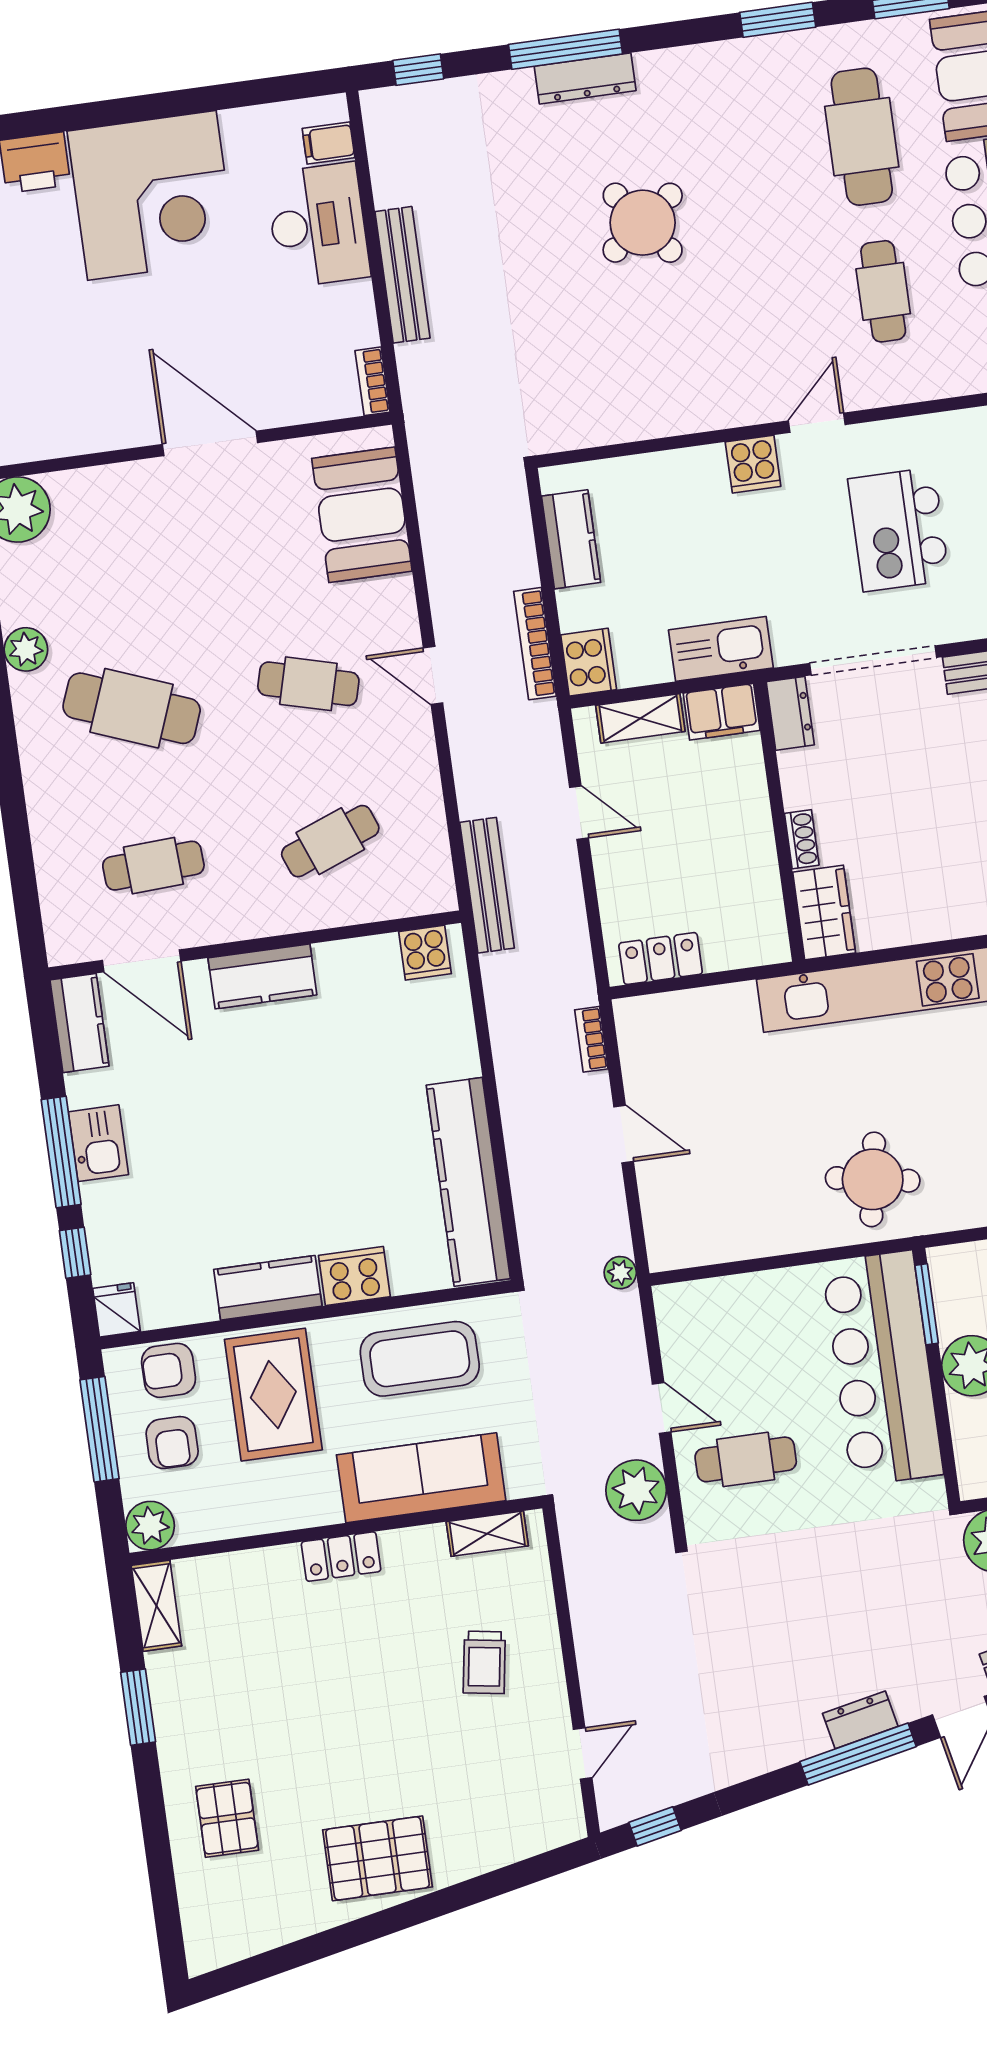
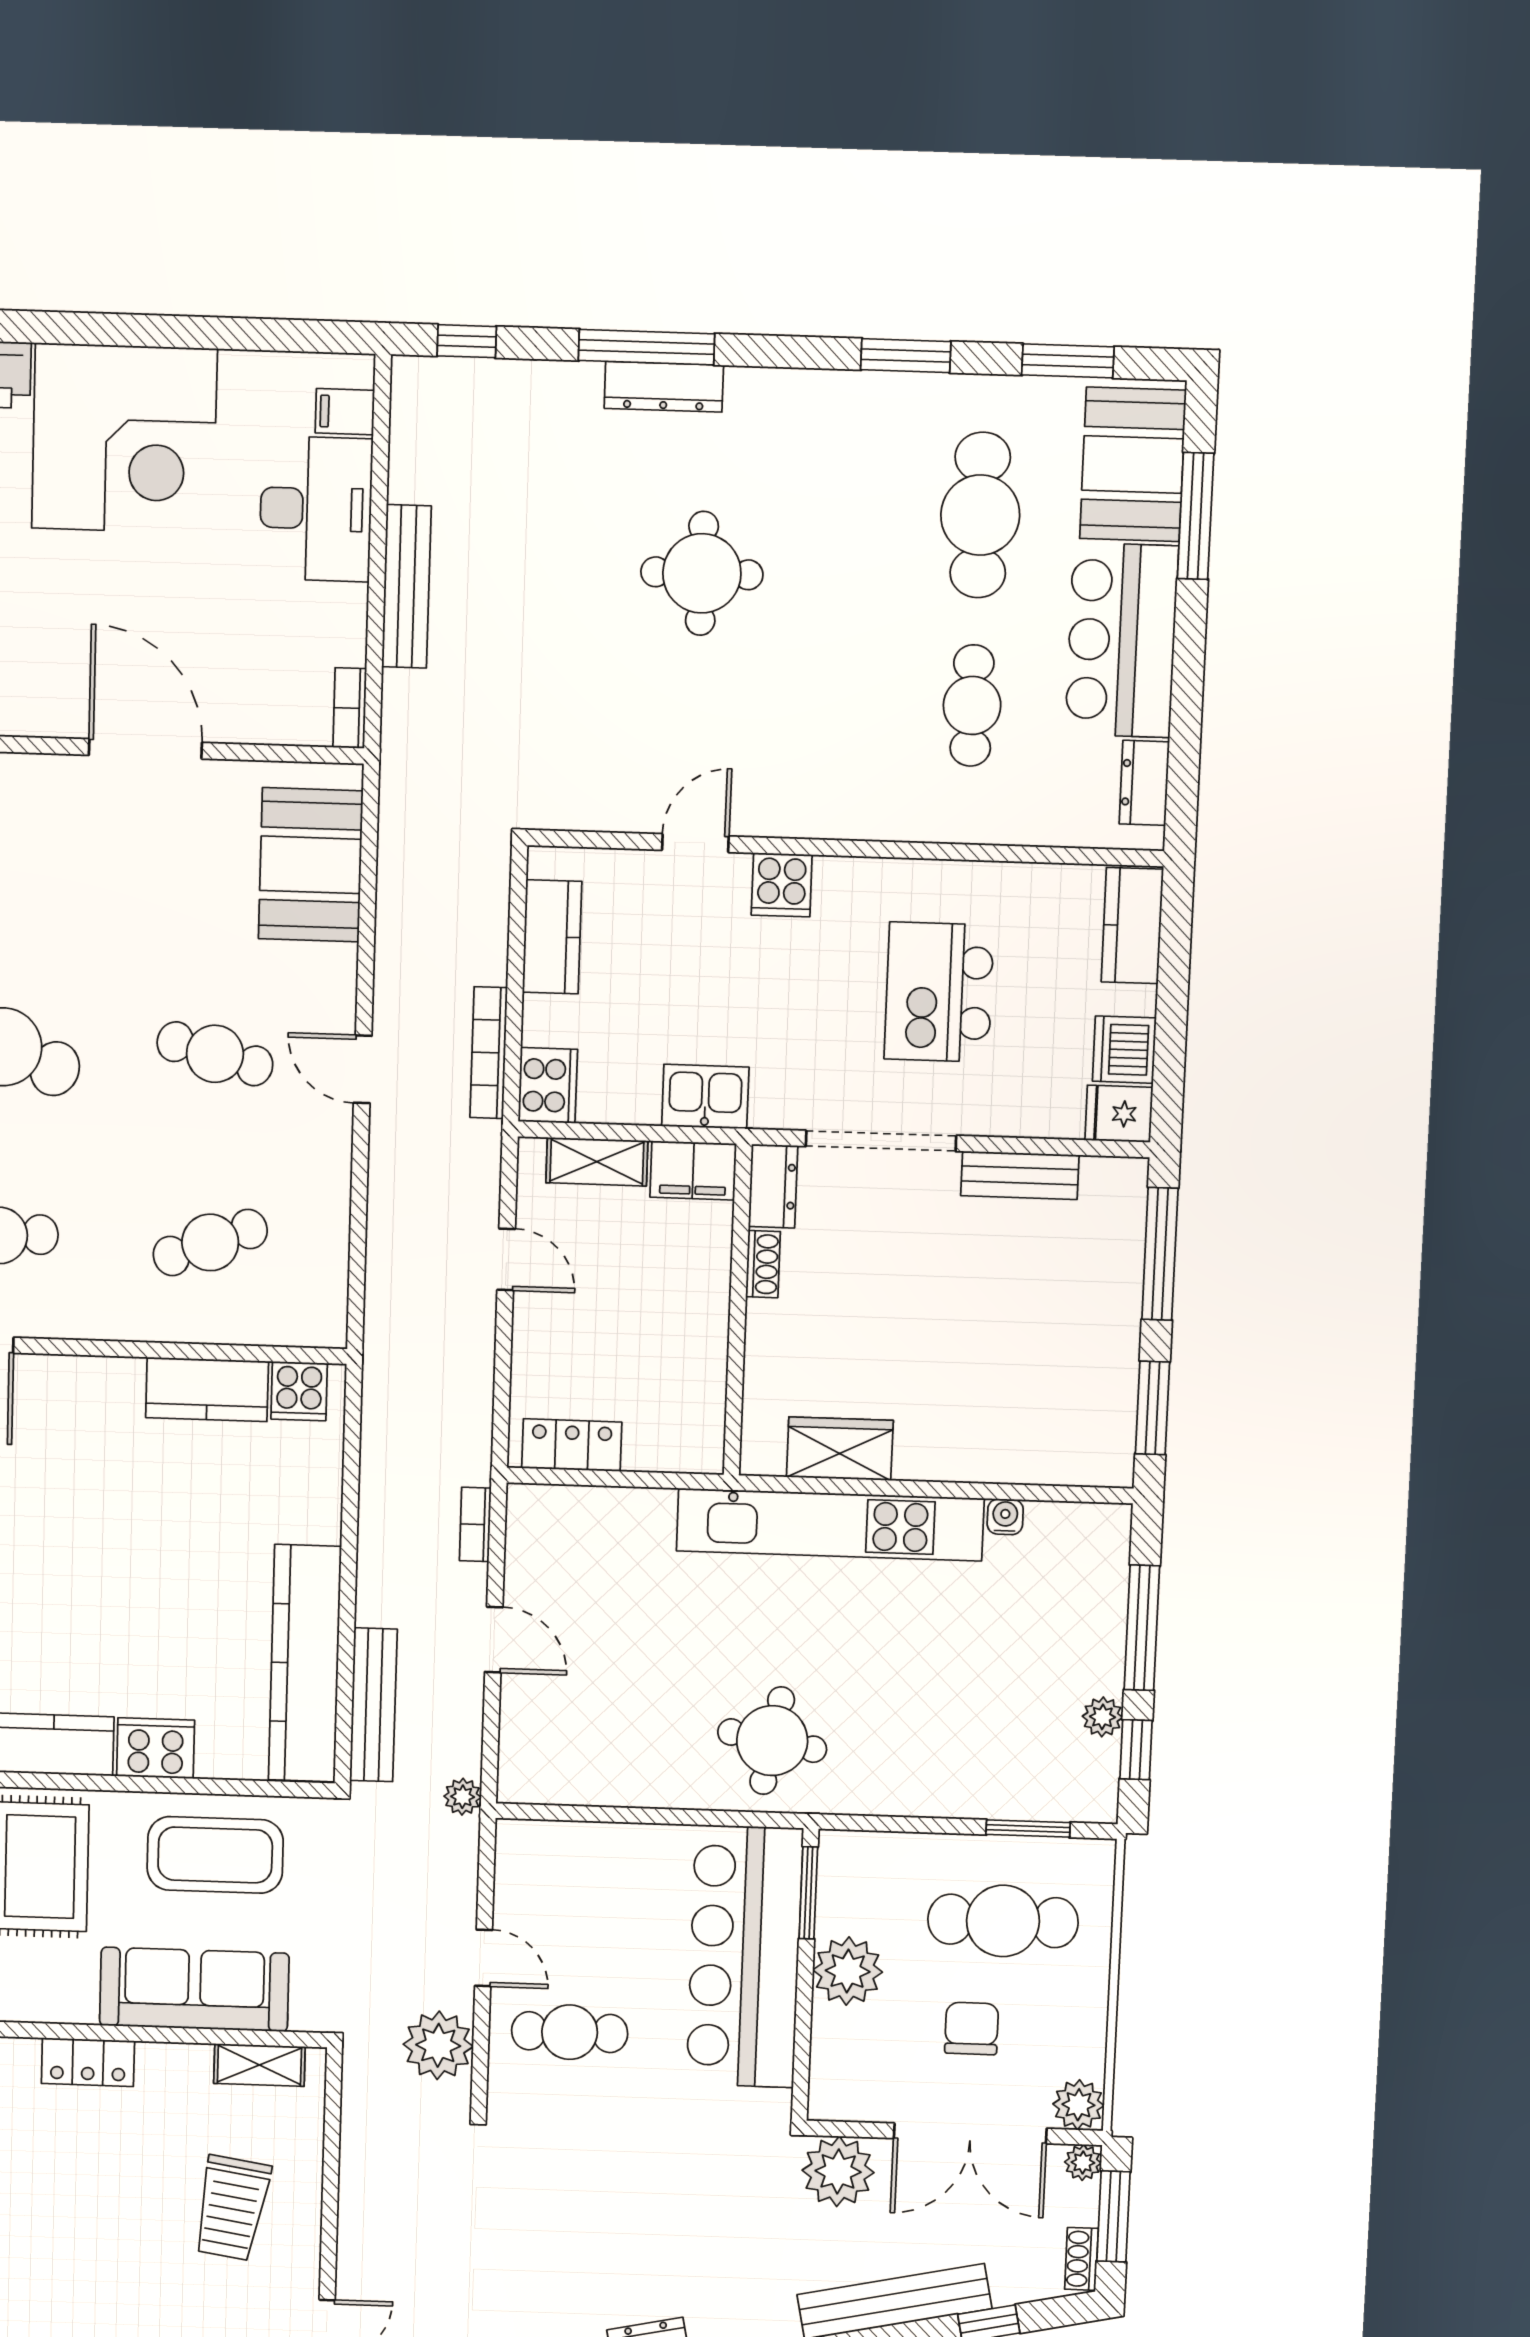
round table: (643, 223) -> (702, 573), turned 37
door: (817, 423) -> (695, 843), moved
kitchen sink: (721, 649) -> (705, 1097), width x0.73
shoe rack: (802, 839) -> (763, 1264), moved
bench: (487, 885) -> (373, 1705), moved
wardrobe: (824, 912) -> (840, 1449), moved, turned -90
kitchen counter: (262, 976) -> (207, 1389), moved
trolley: (484, 1662) -> (232, 2208), width x1.36, depth x1.39

